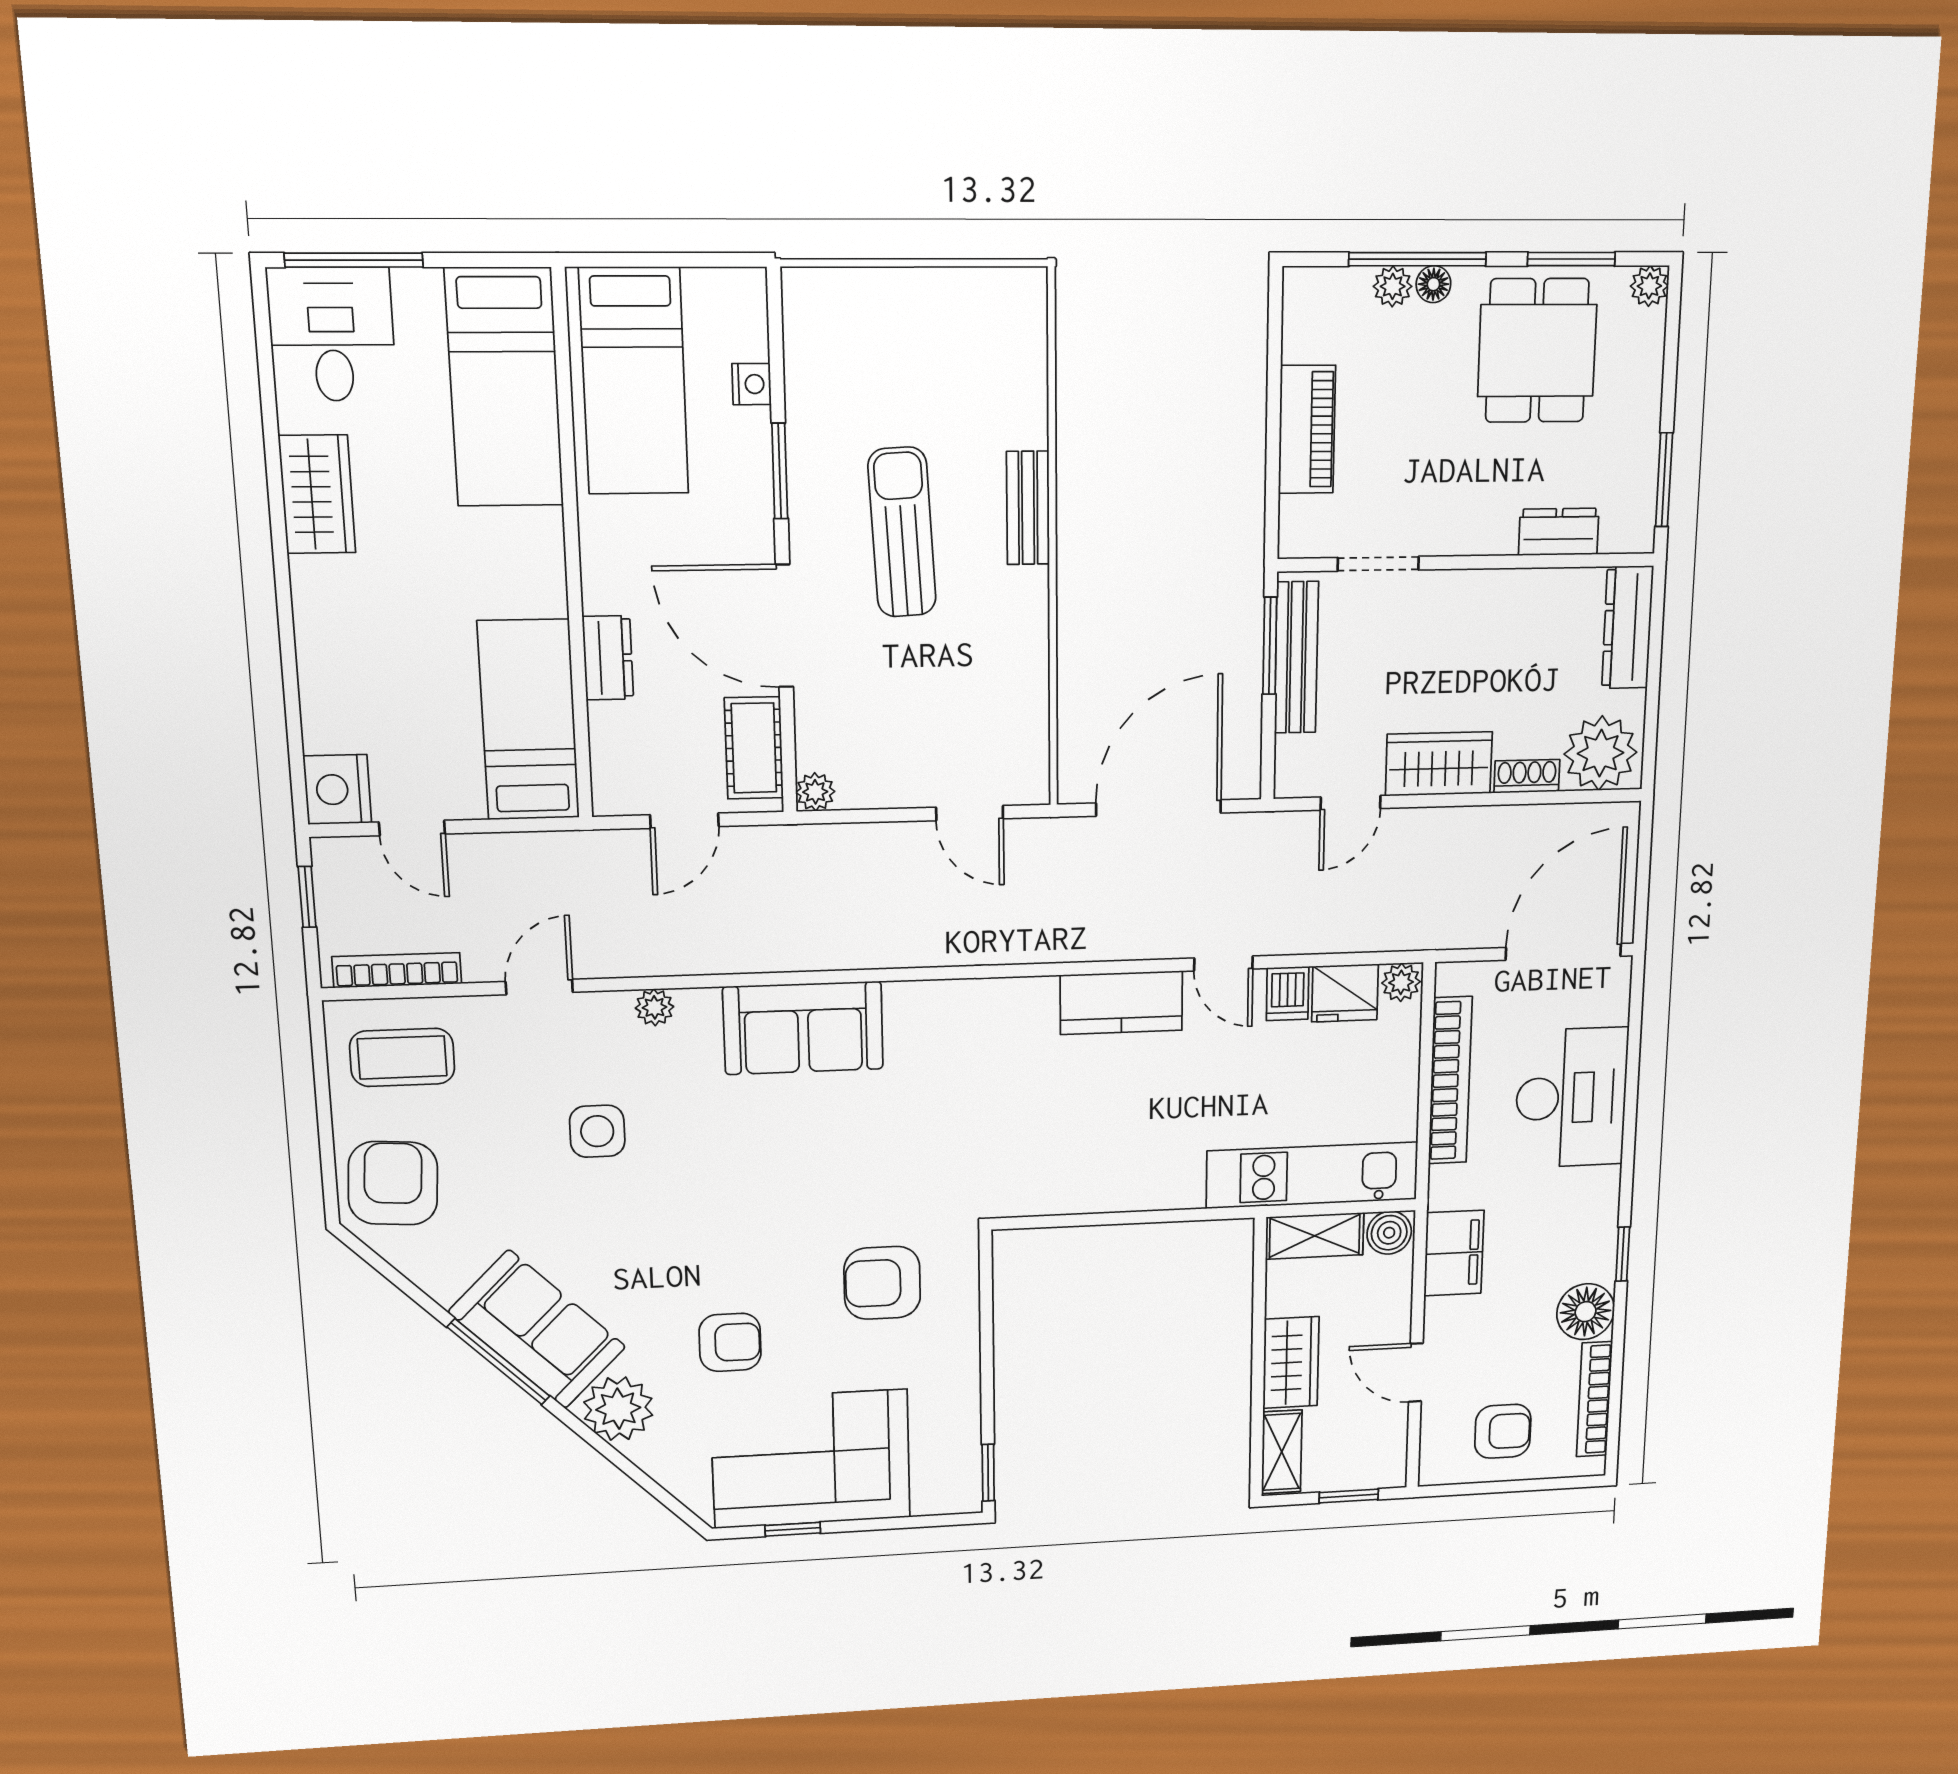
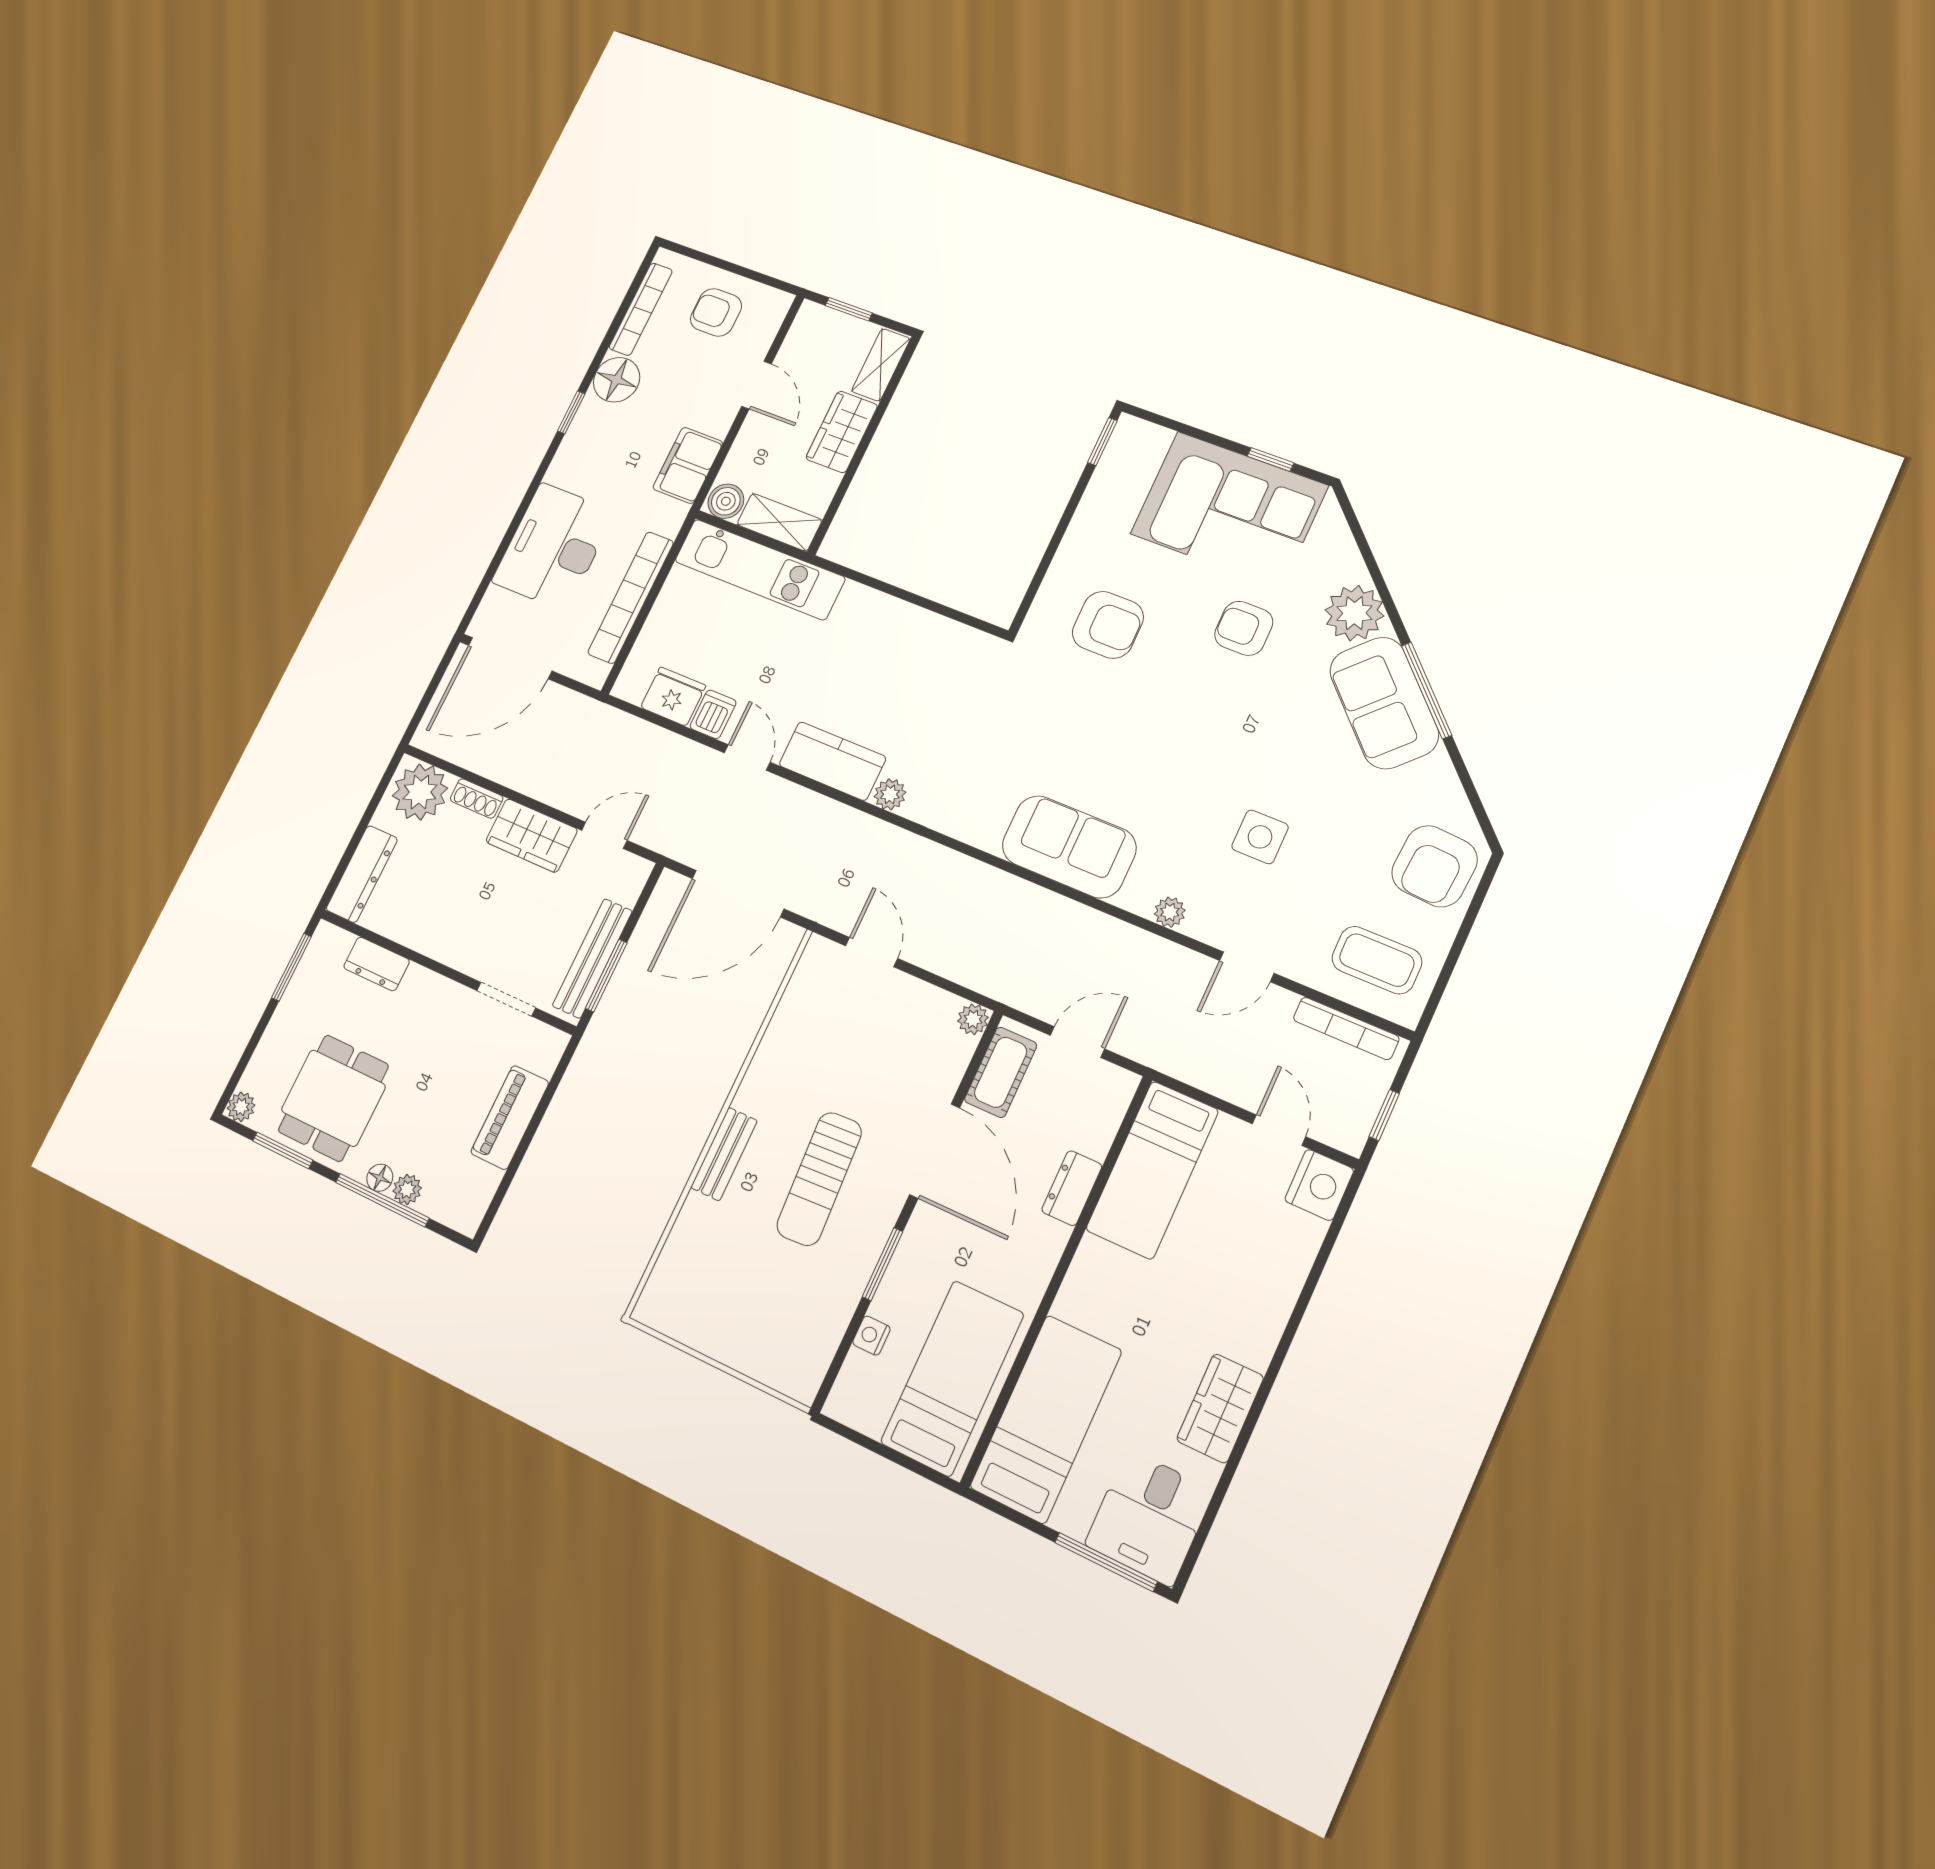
plant: (1401, 982) -> (890, 794), moved

